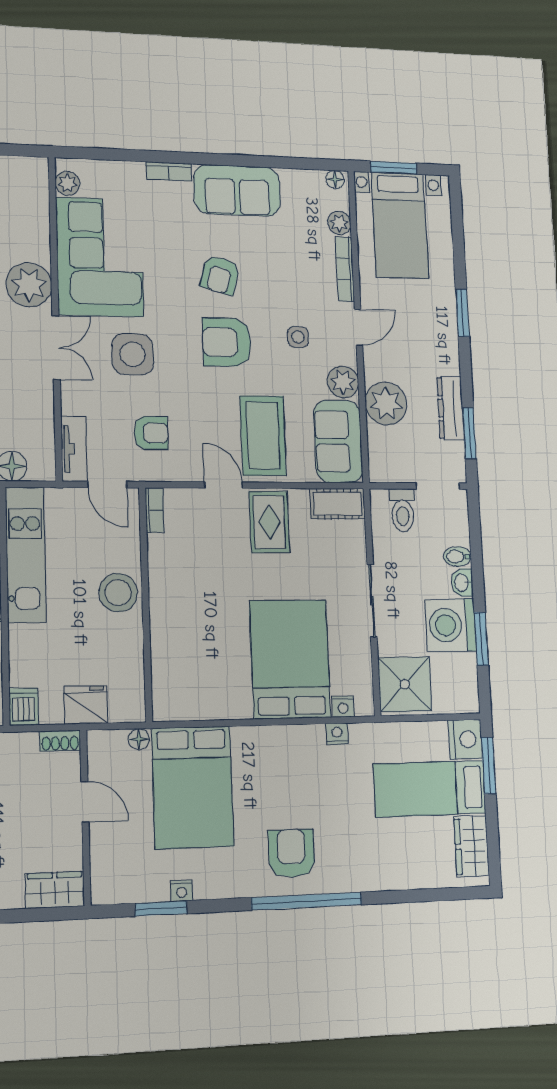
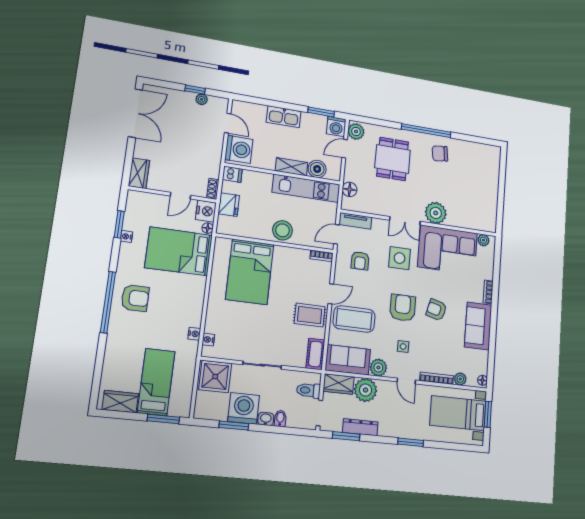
wardrobe: (383, 455) -> (339, 384), added
bed: (290, 659) -> (250, 272), moved, turned 90
nightstand: (465, 739) -> (206, 211), moved, turned -90

